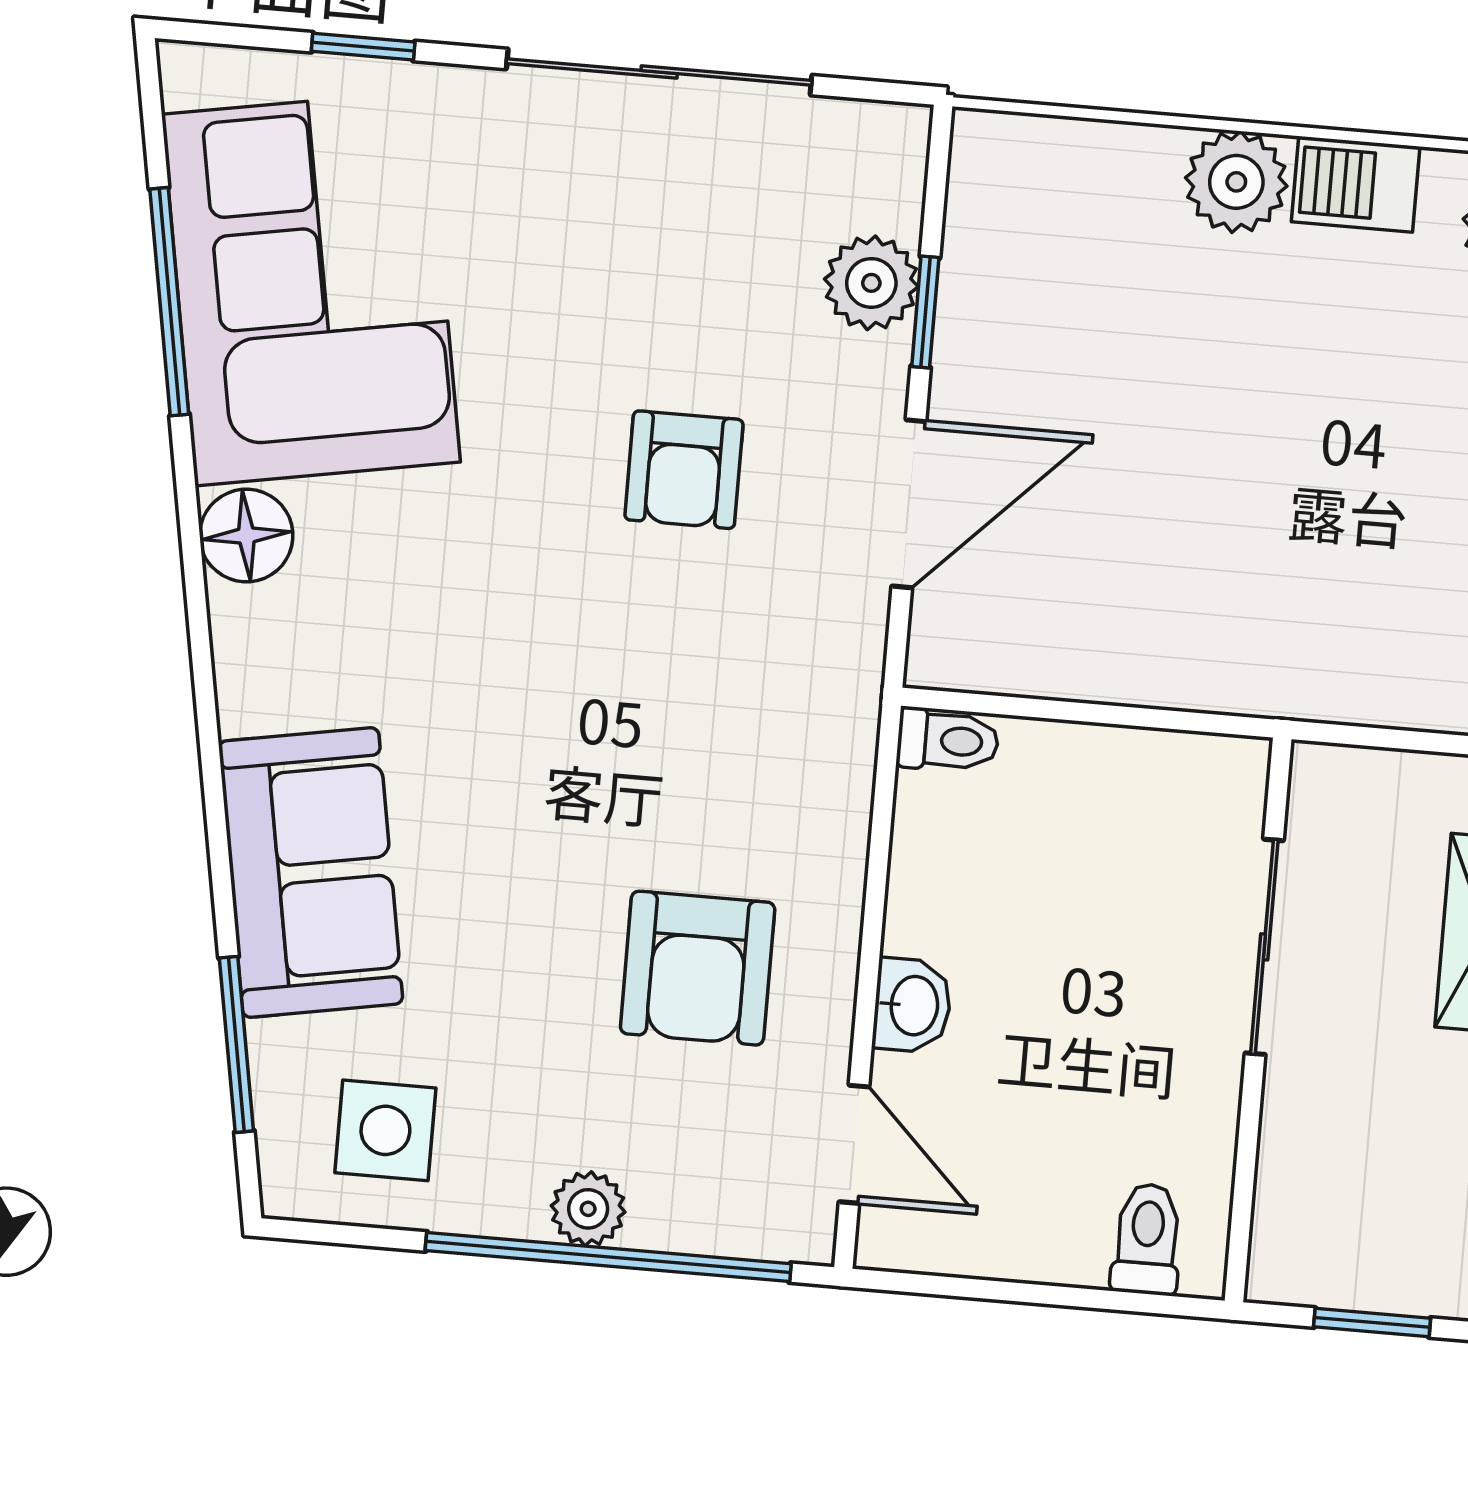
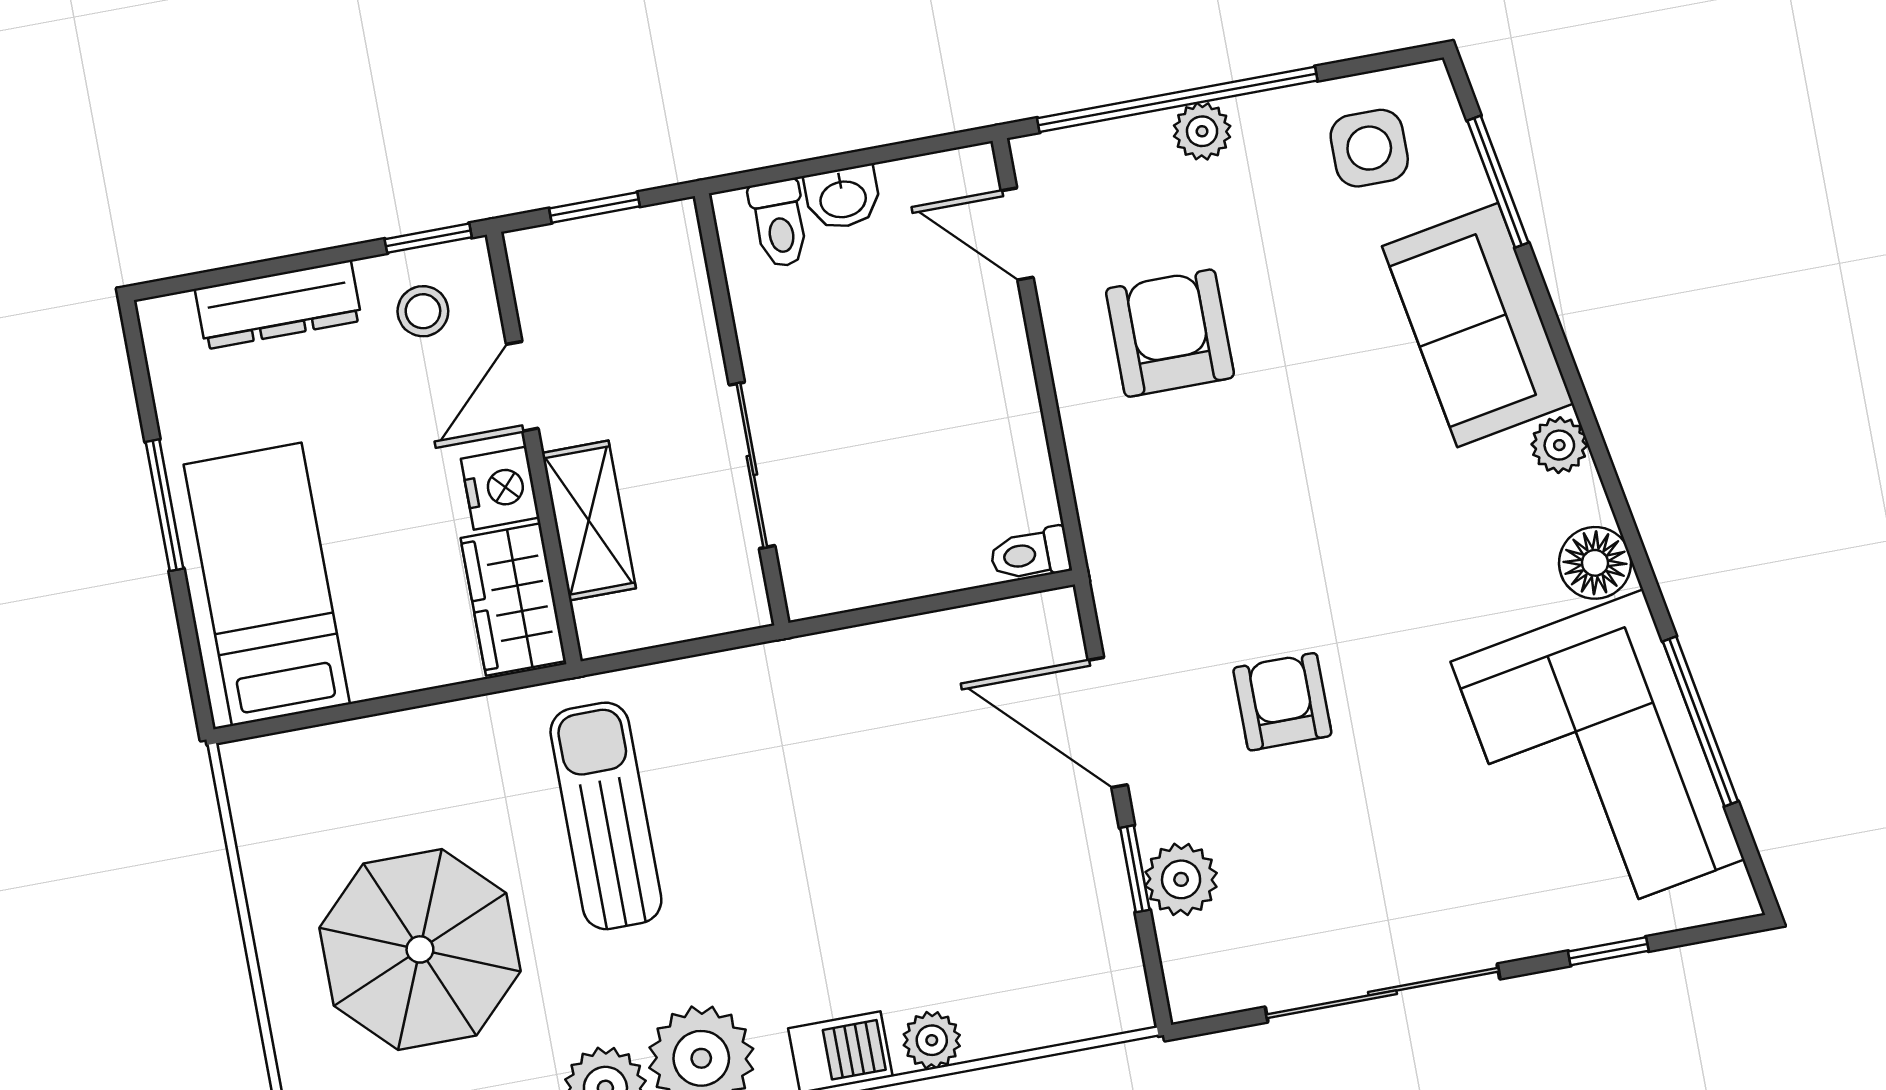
plant: (1236, 182) -> (932, 1040), width x0.73, depth x0.73
door: (909, 504) -> (1108, 723), hinge flipped
plant: (250, 695) -> (1559, 445), added
washbasin: (912, 1005) -> (843, 198), moved, turned -90

